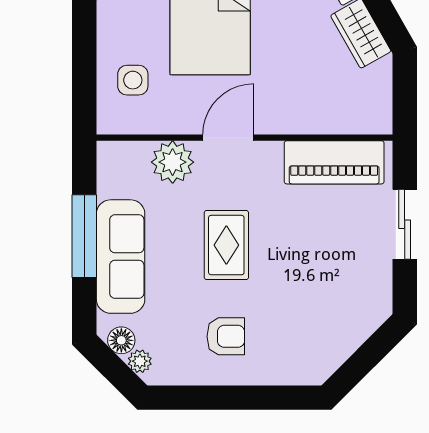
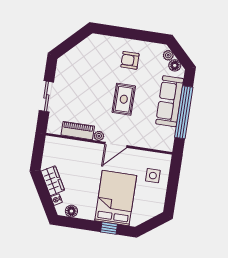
plant: (173, 162) -> (99, 136), moved, width x0.53, depth x0.53
piano: (334, 162) -> (78, 131), width x0.73, depth x0.75
window: (84, 236) -> (184, 112), width x1.46

